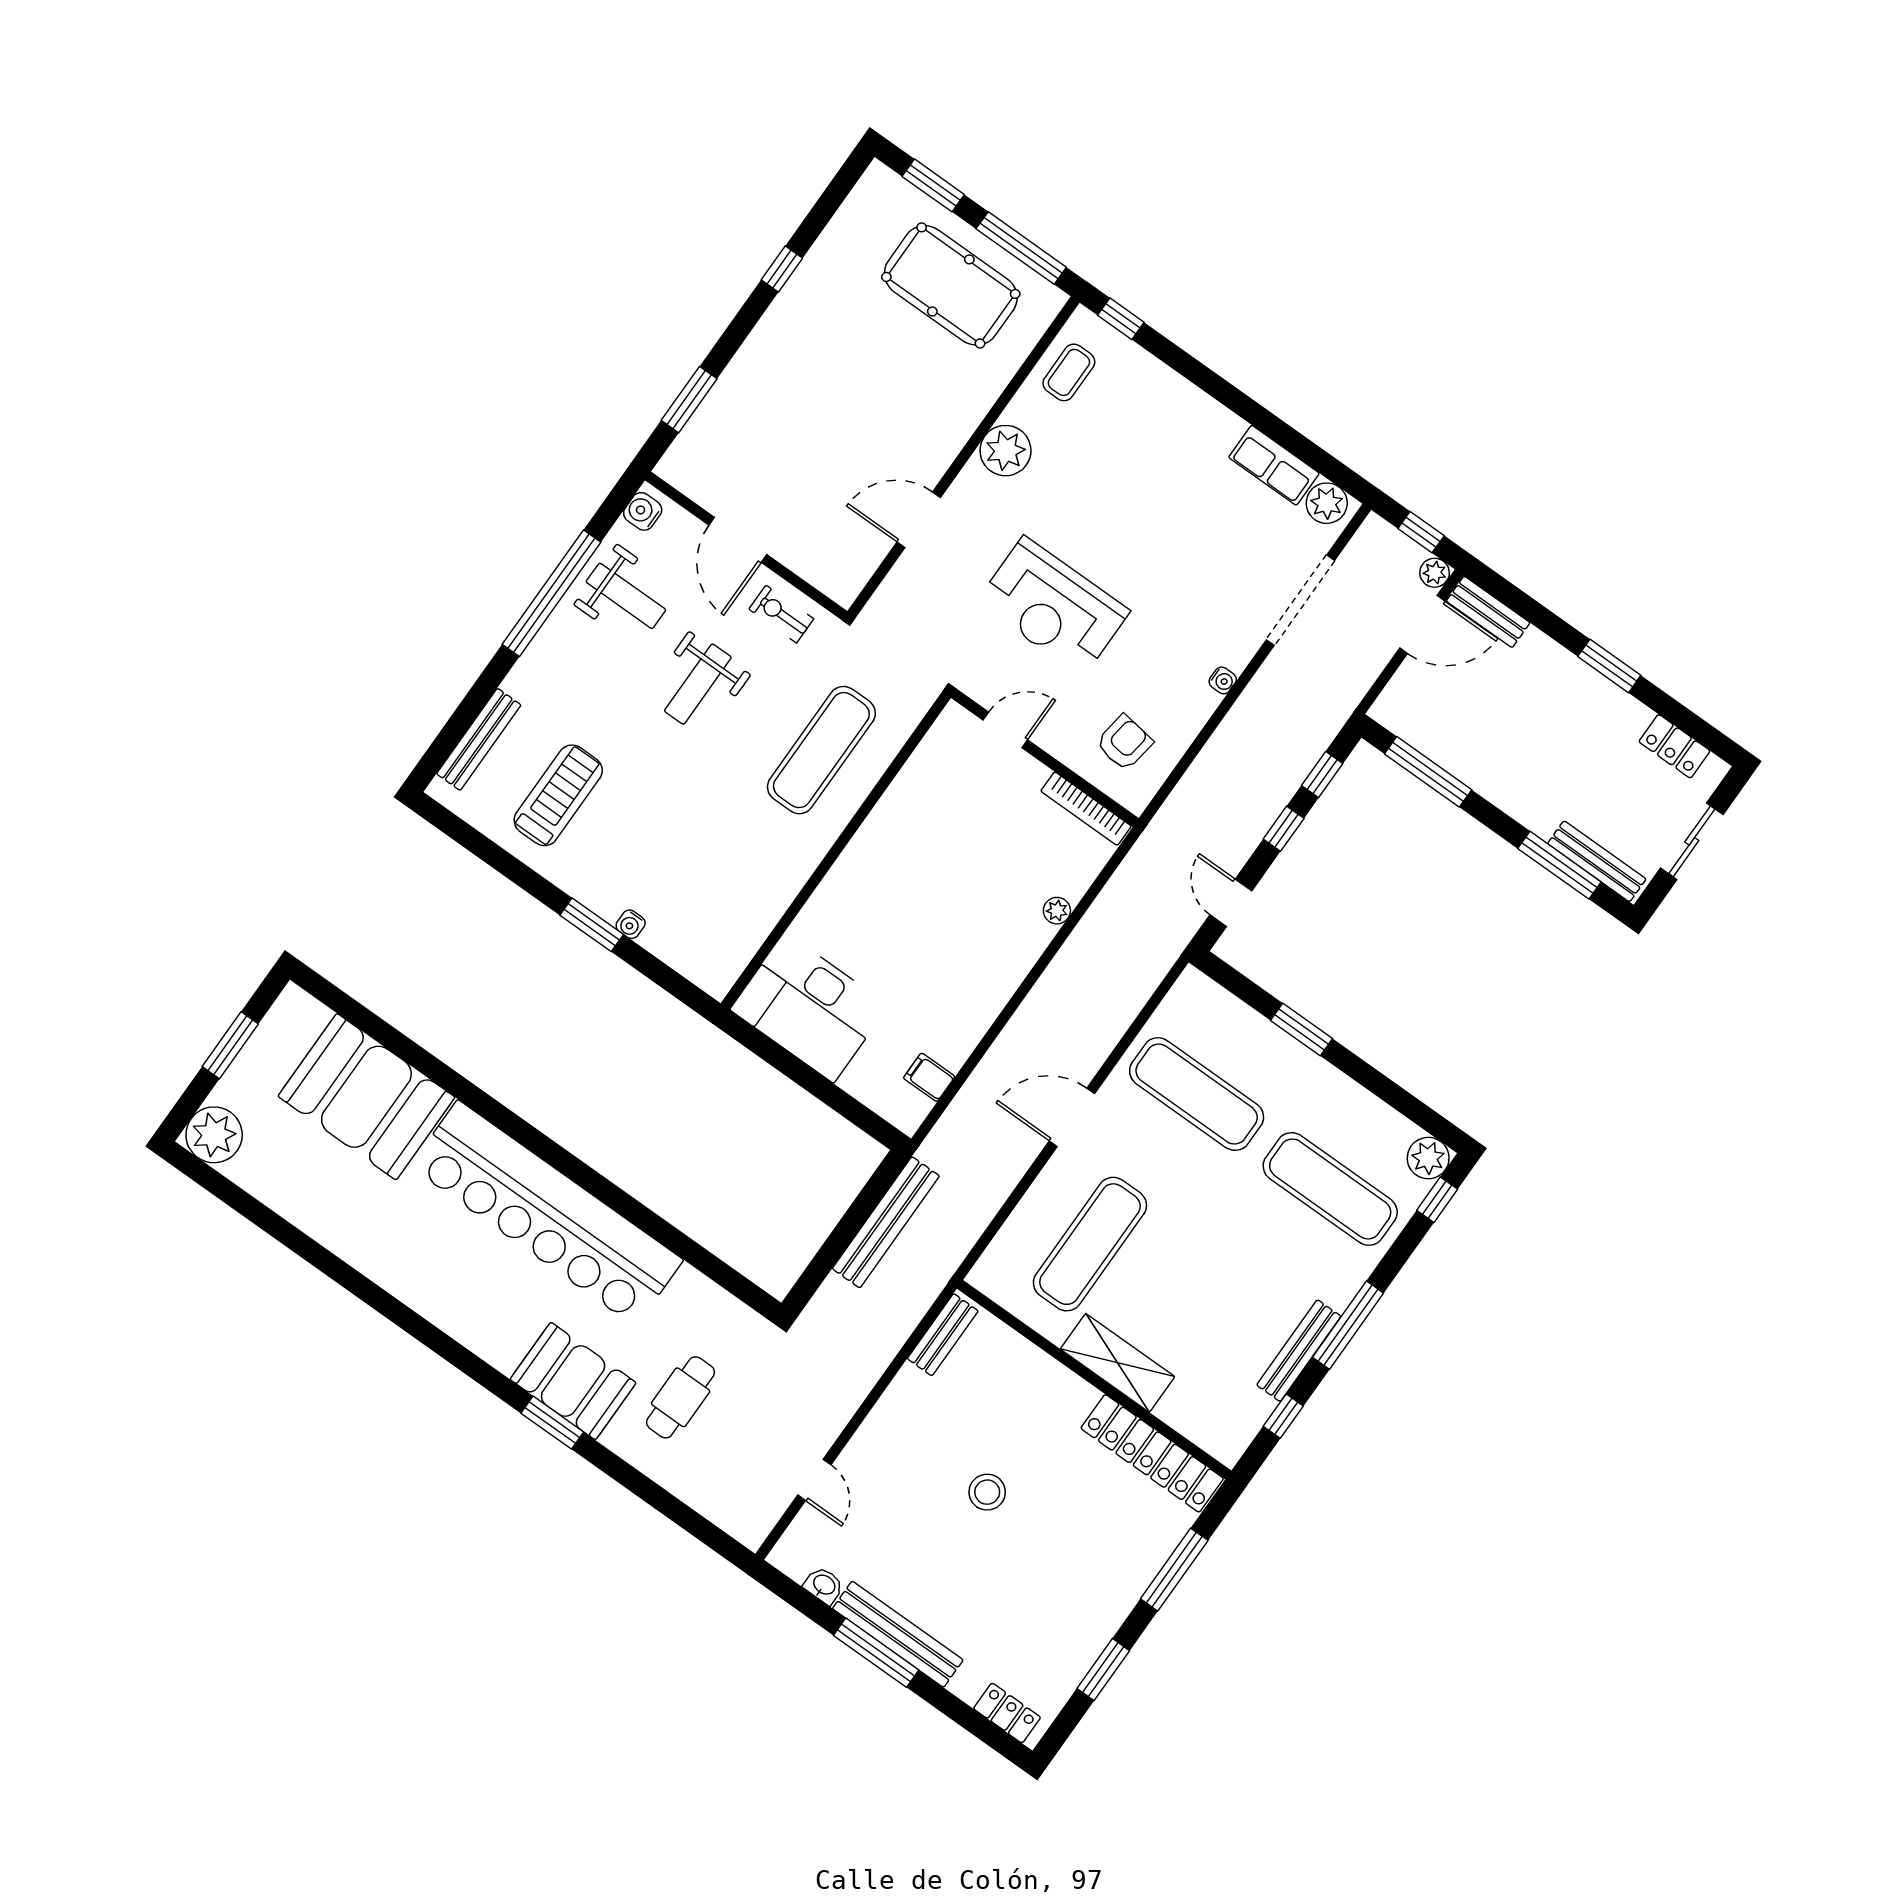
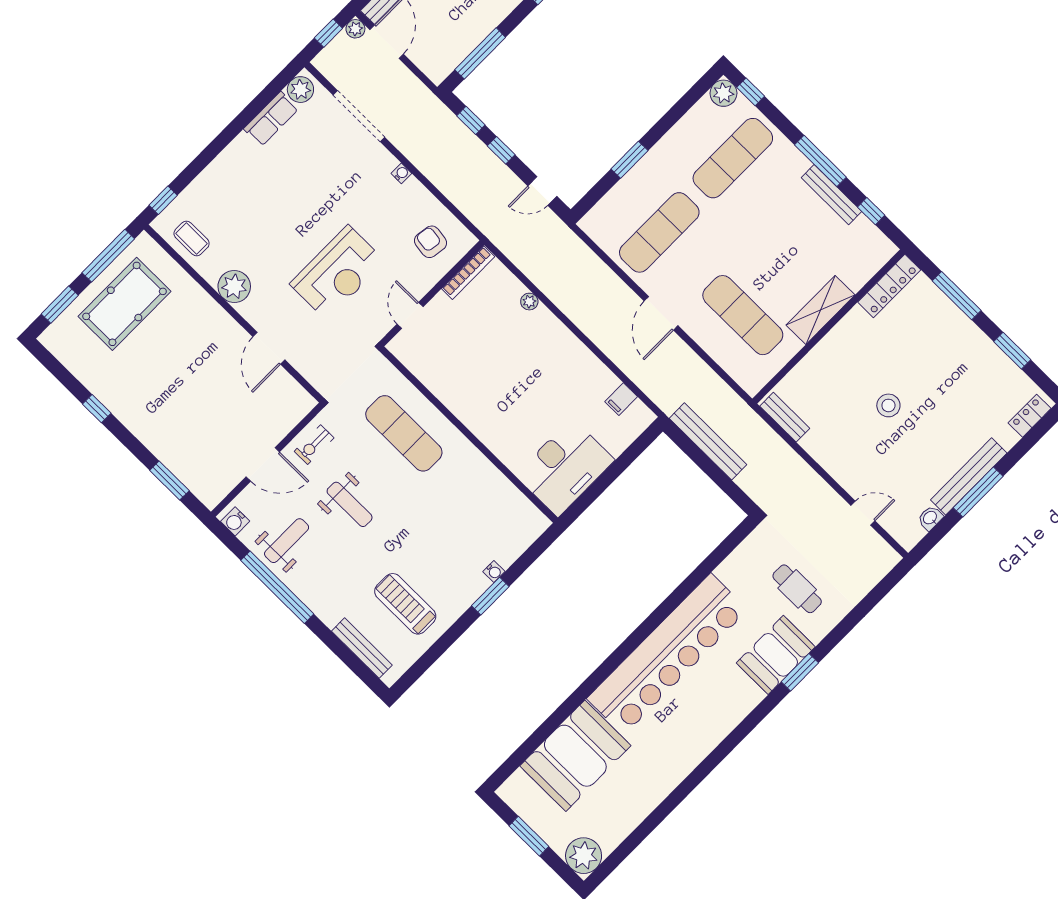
locker: (1152, 1453) -> (889, 286), width x0.71, depth x0.83

